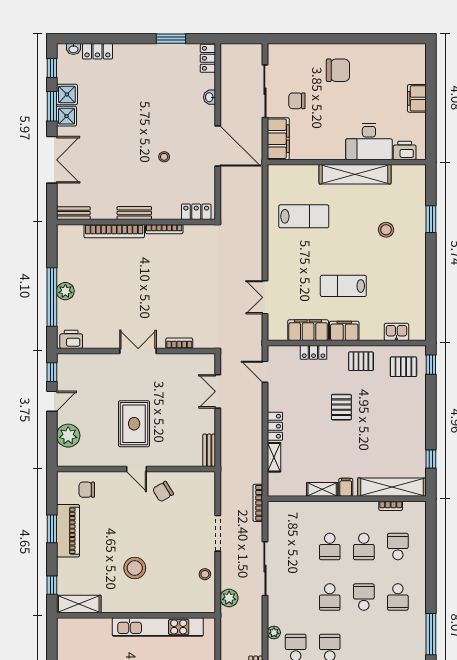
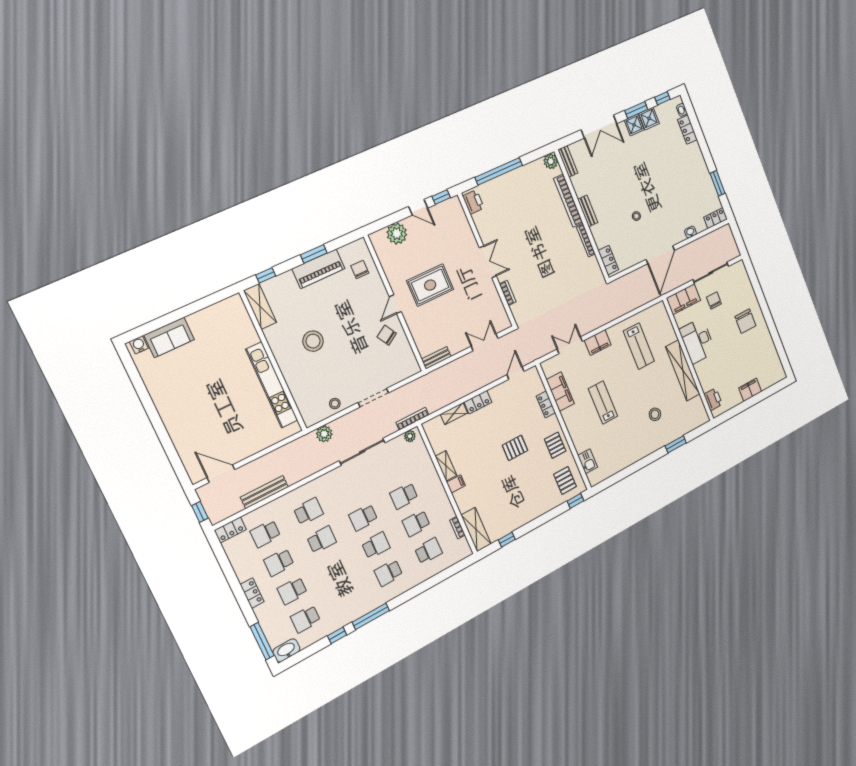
desk: (369, 142) -> (697, 341), moved
plant: (65, 291) -> (551, 161), moved
filing cabinet: (344, 331) -> (598, 343), moved, turned 90
shelving: (392, 487) -> (476, 529), width x0.68
plant: (274, 632) -> (410, 436), moved

